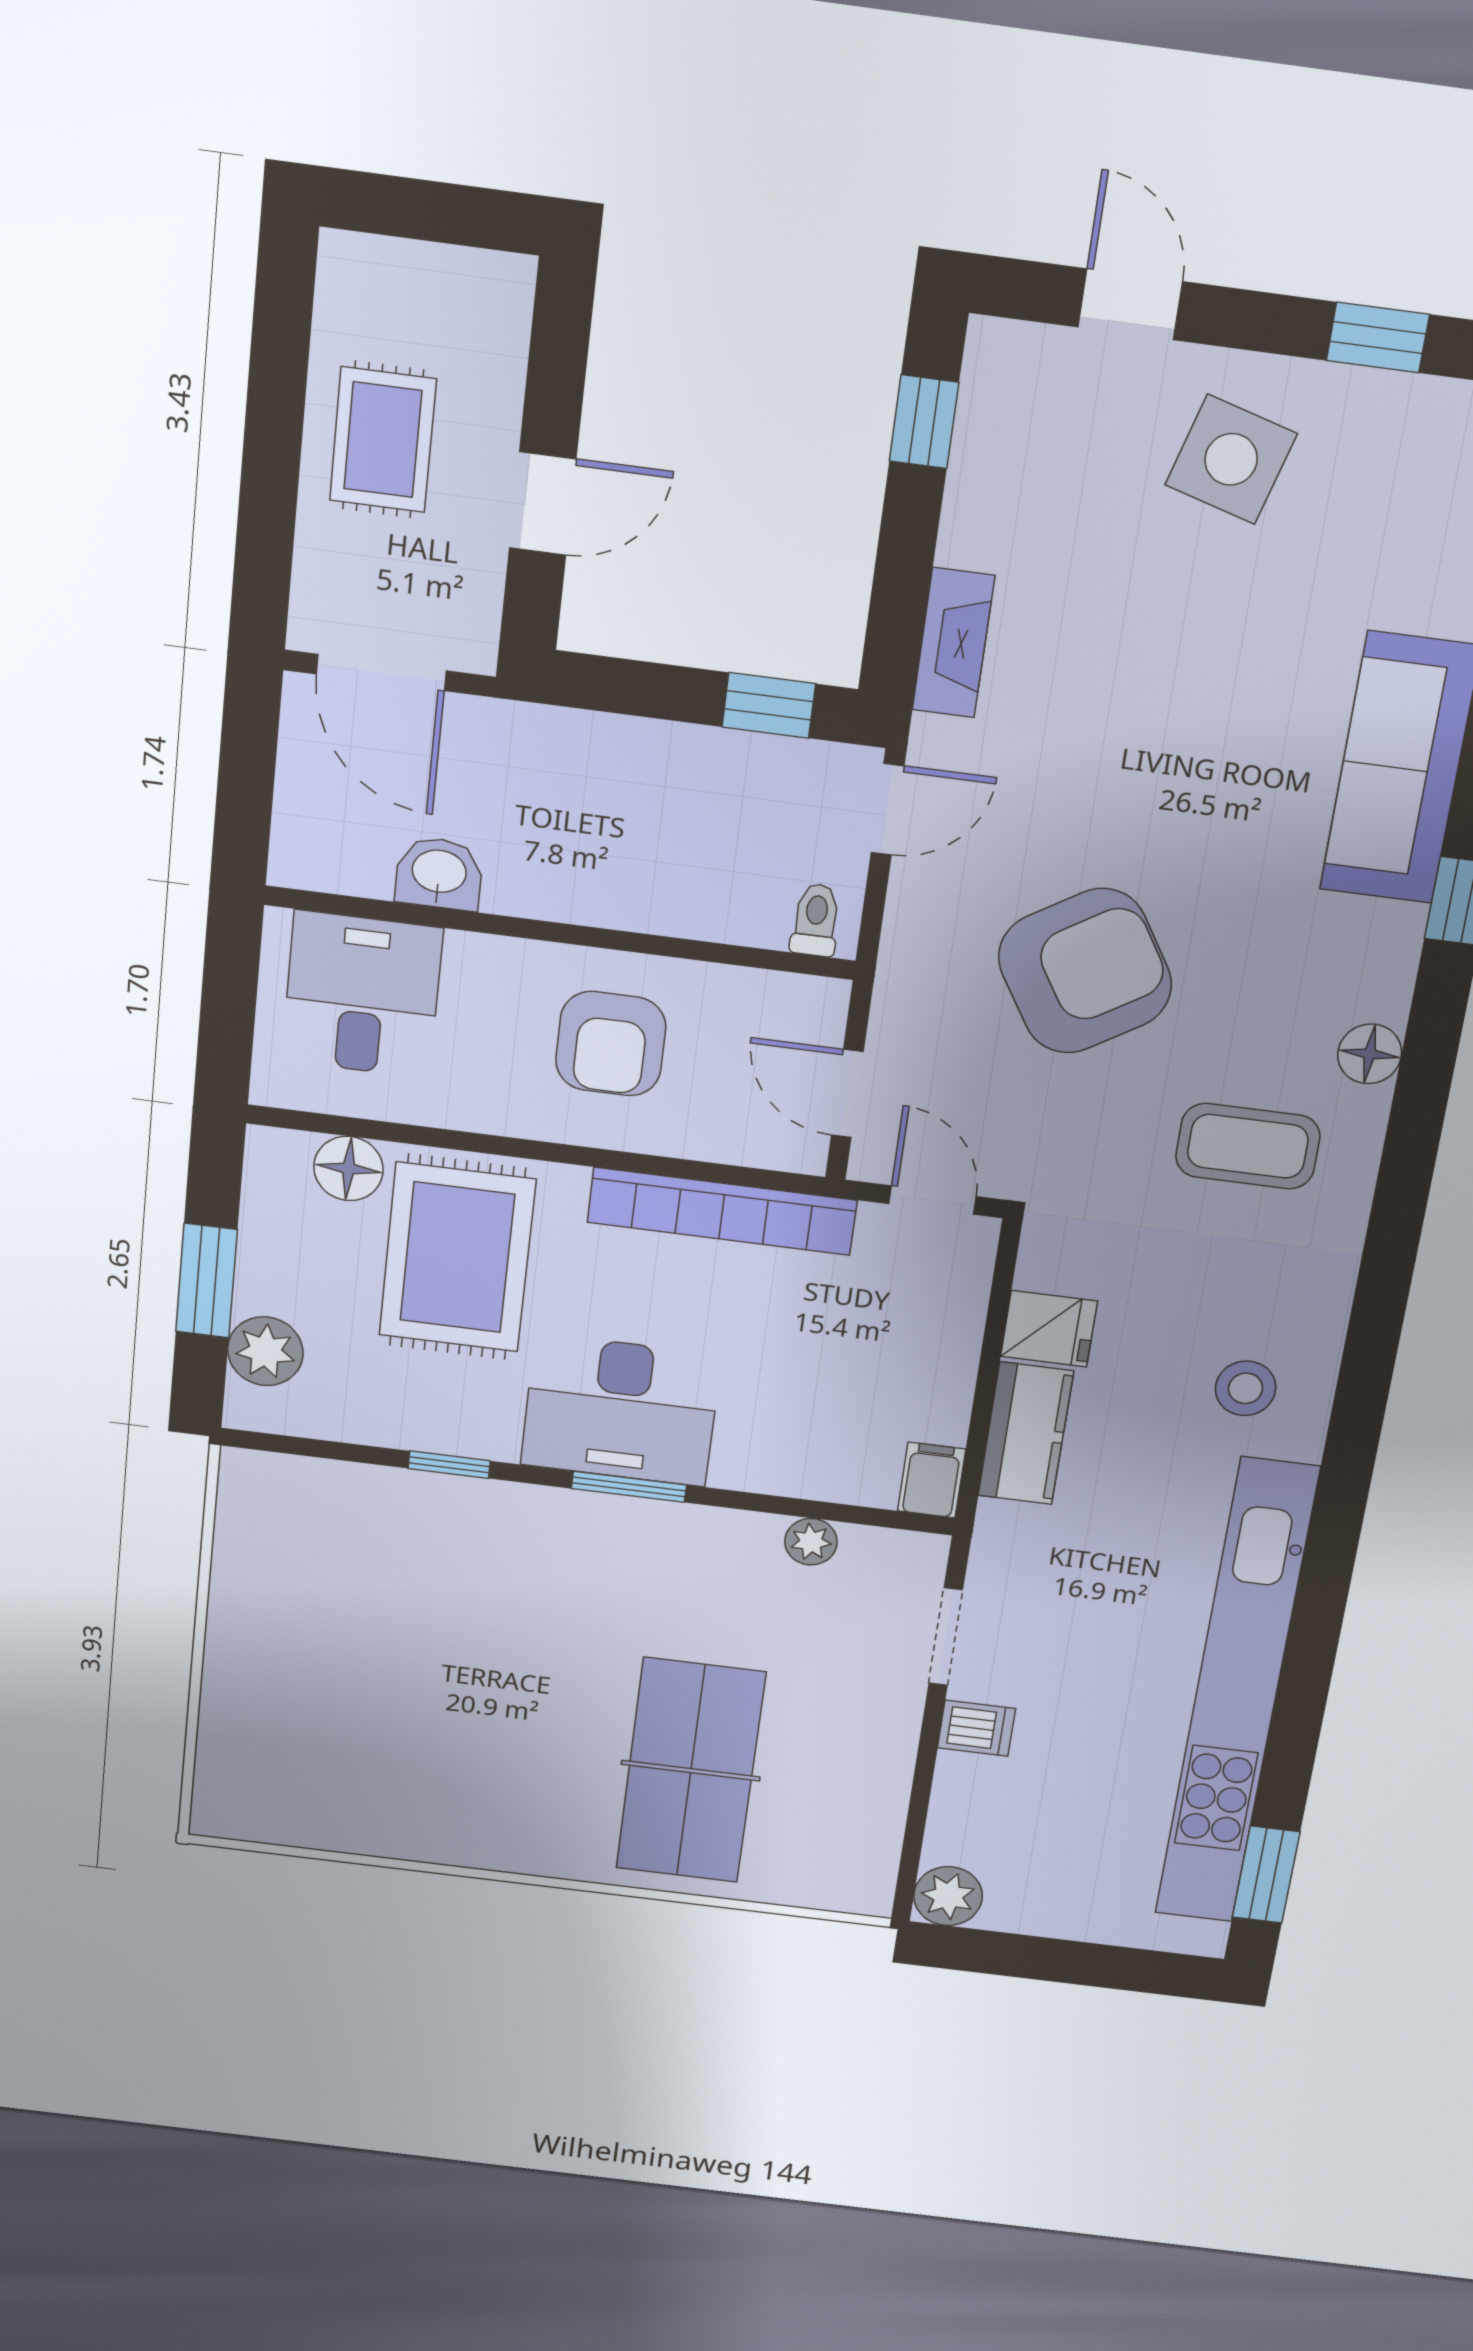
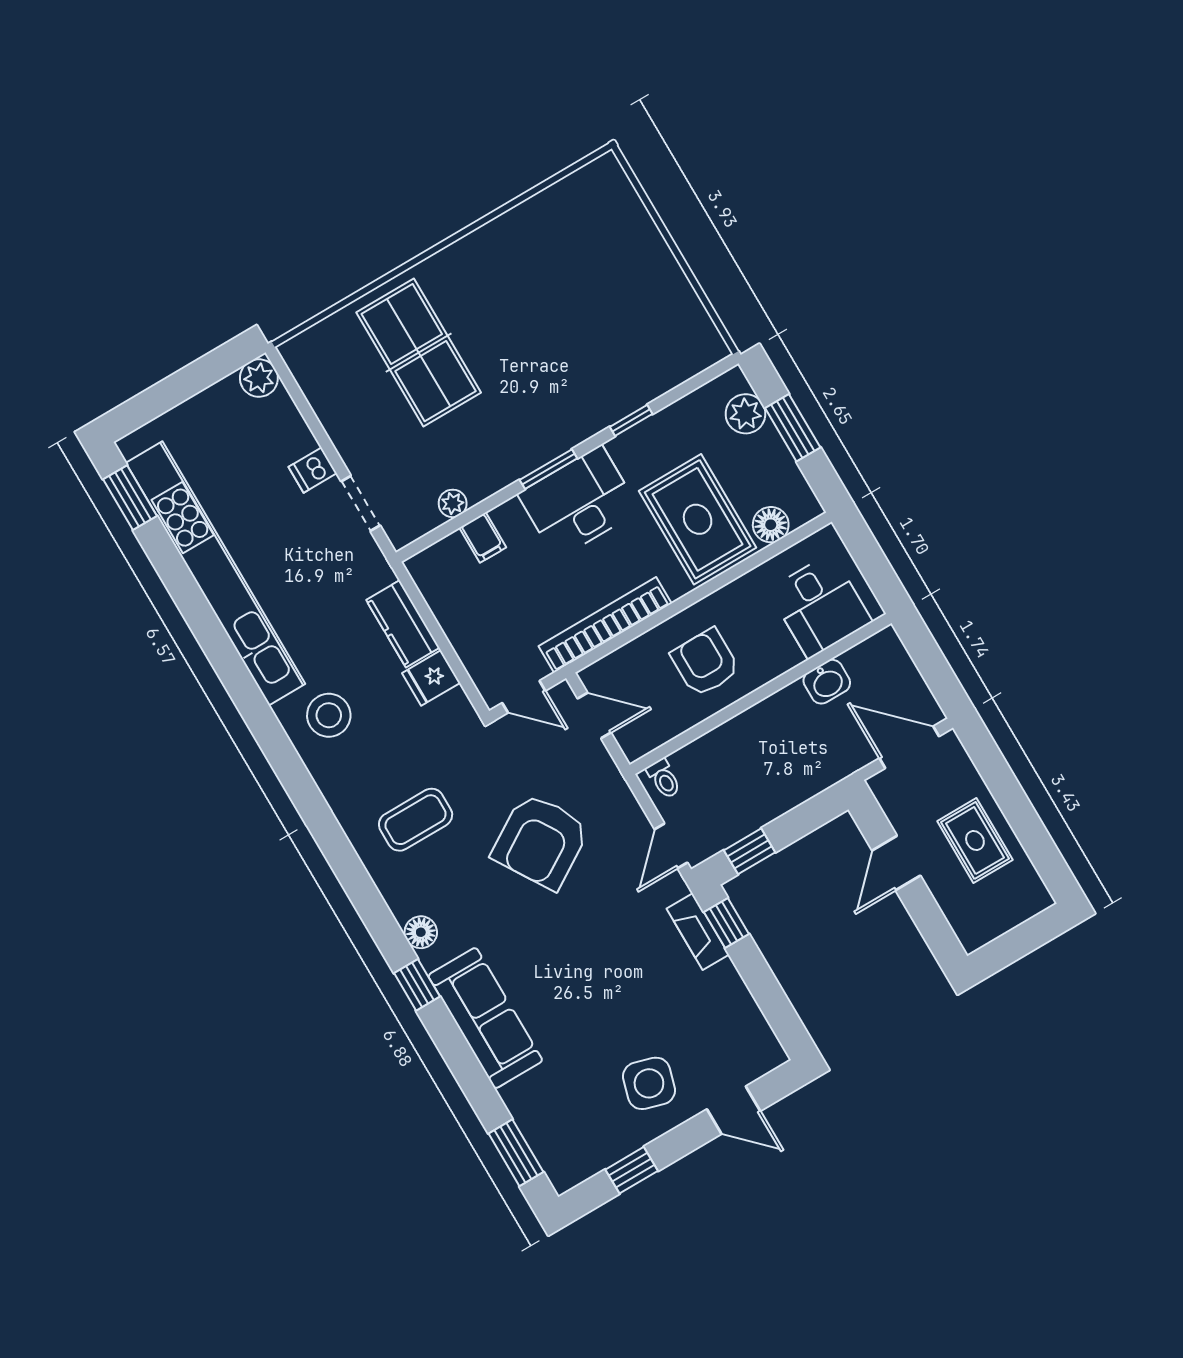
window: (924, 422) -> (726, 923), moved
floor lamp: (1370, 1054) -> (421, 932), moved
stool: (1246, 1388) -> (329, 715), width x1.38, depth x1.38
filing cabinet: (932, 1480) -> (483, 538), moved

